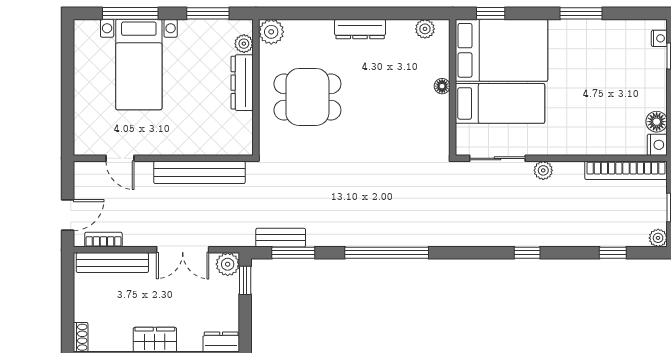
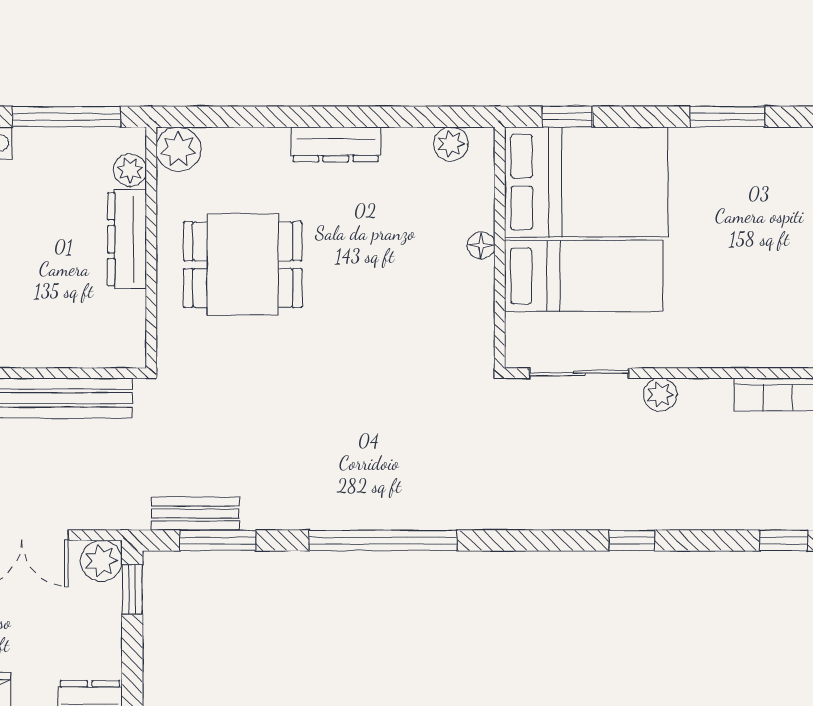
window: (208, 13) -> (66, 117), width x1.44

